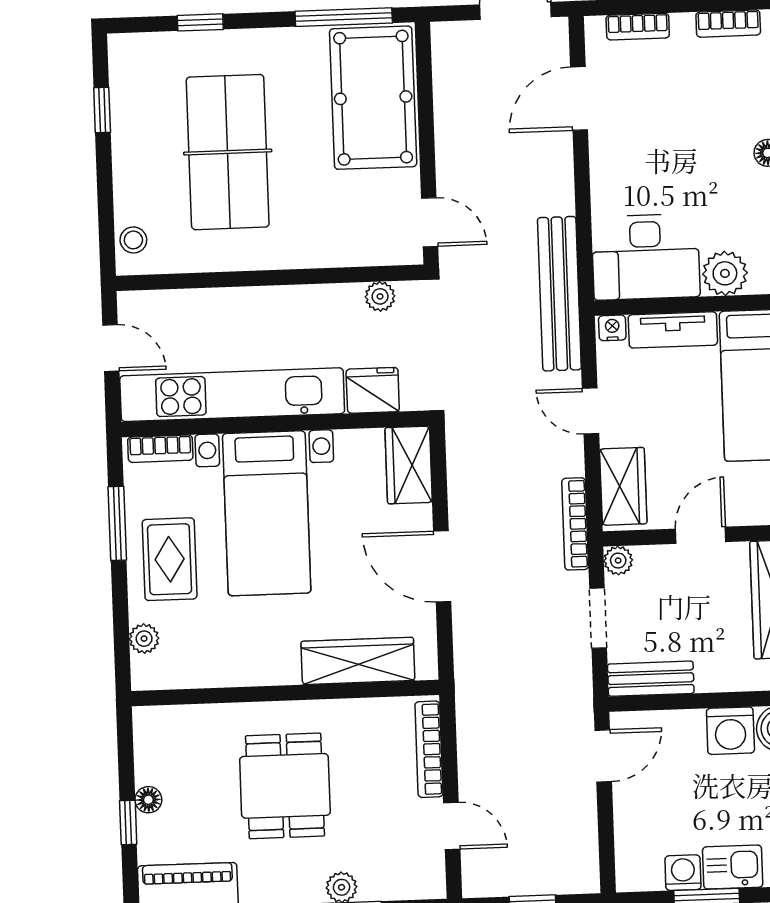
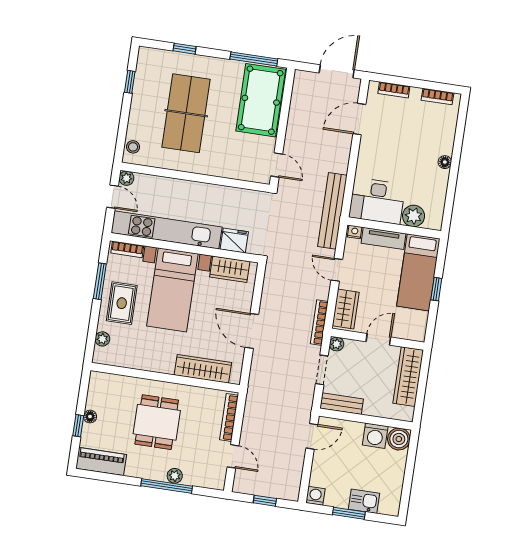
plant: (380, 296) -> (126, 178), moved
wardrobe: (409, 465) -> (230, 269), moved, turned -90
washing machine: (683, 873) -> (315, 496), moved

